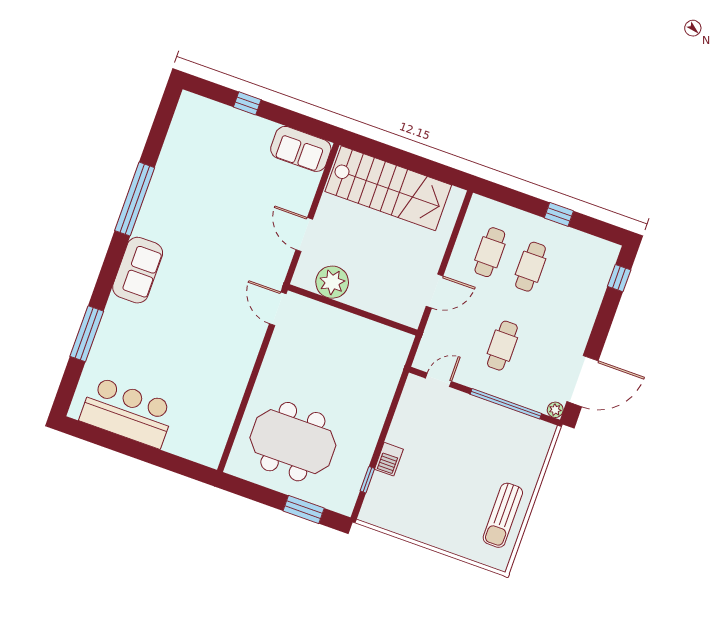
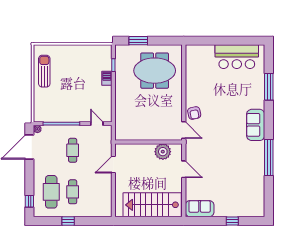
cafe table: (490, 252) -> (51, 192), moved, width x1.37, depth x1.35
armchair: (246, 334) -> (194, 113), added
door: (438, 380) -> (97, 124), swing flipped

